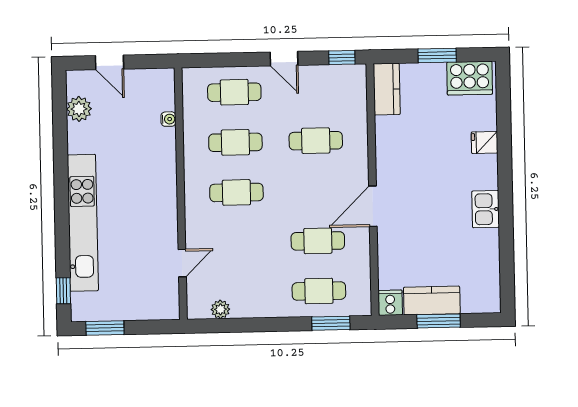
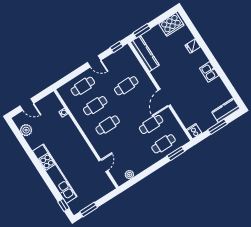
window: (437, 55) -> (142, 31), moved
kitchen counter: (387, 89) -> (145, 54), width x1.50
kitchen counter: (432, 300) -> (226, 110), moved

